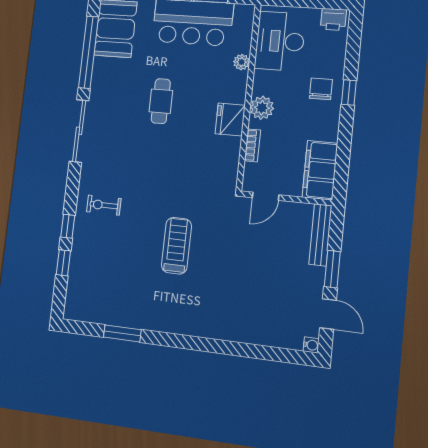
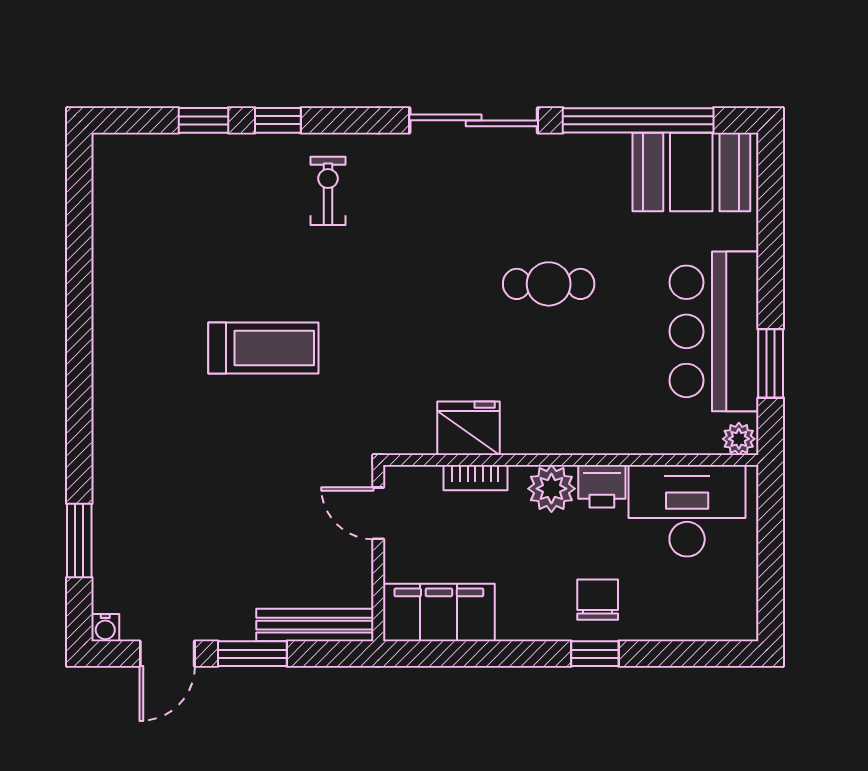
printer: (333, 19) -> (602, 486), moved, turned -90
plant: (242, 62) -> (739, 439), moved
chair: (321, 89) -> (598, 600), turned -90
fridge: (230, 119) -> (468, 428), moved
window: (122, 333) -> (79, 540), moved

